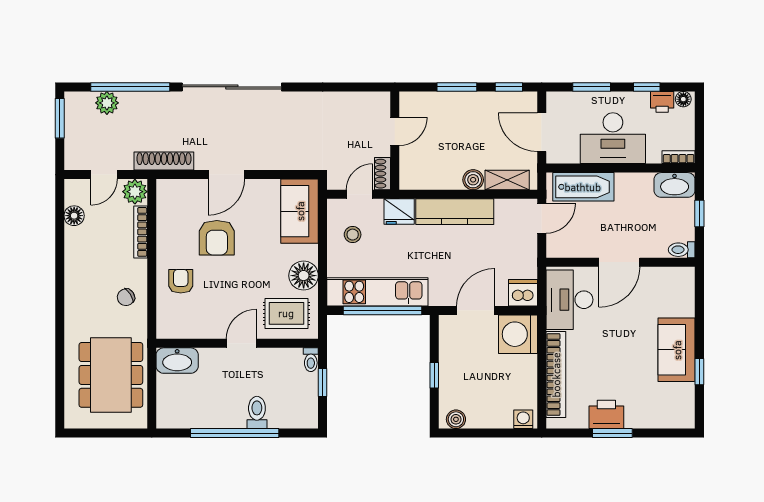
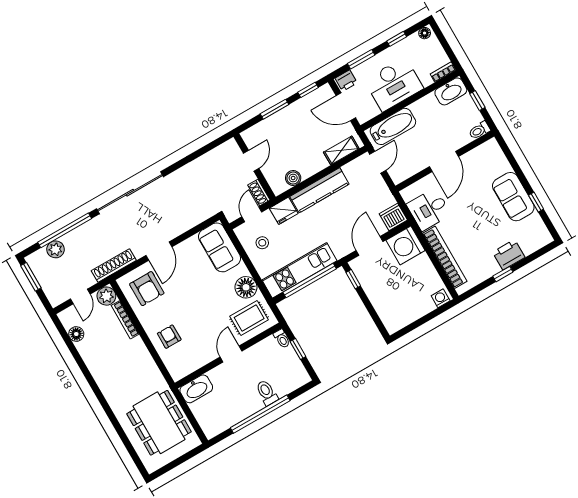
printer: (662, 102) -> (346, 81), moved
boiler: (473, 180) -> (293, 178), moved
armchair: (217, 238) -> (147, 289), moved
chair: (126, 297) -> (140, 367), removed
desk: (569, 300) -> (429, 209), width x0.73
window: (434, 375) -> (353, 279), moved
printer: (606, 414) -> (509, 255), moved
boiler: (456, 419) -> (397, 323), removed
window: (612, 433) -> (503, 274), width x0.67

